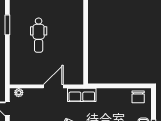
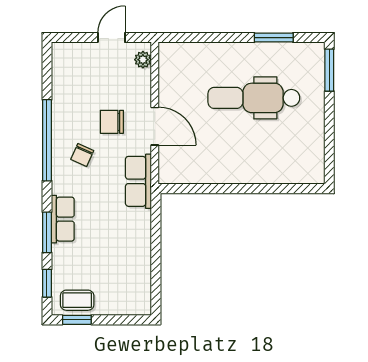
dental chair: (39, 35) -> (254, 98), width x1.36, depth x1.38
chair: (138, 97) -> (112, 122), moved

